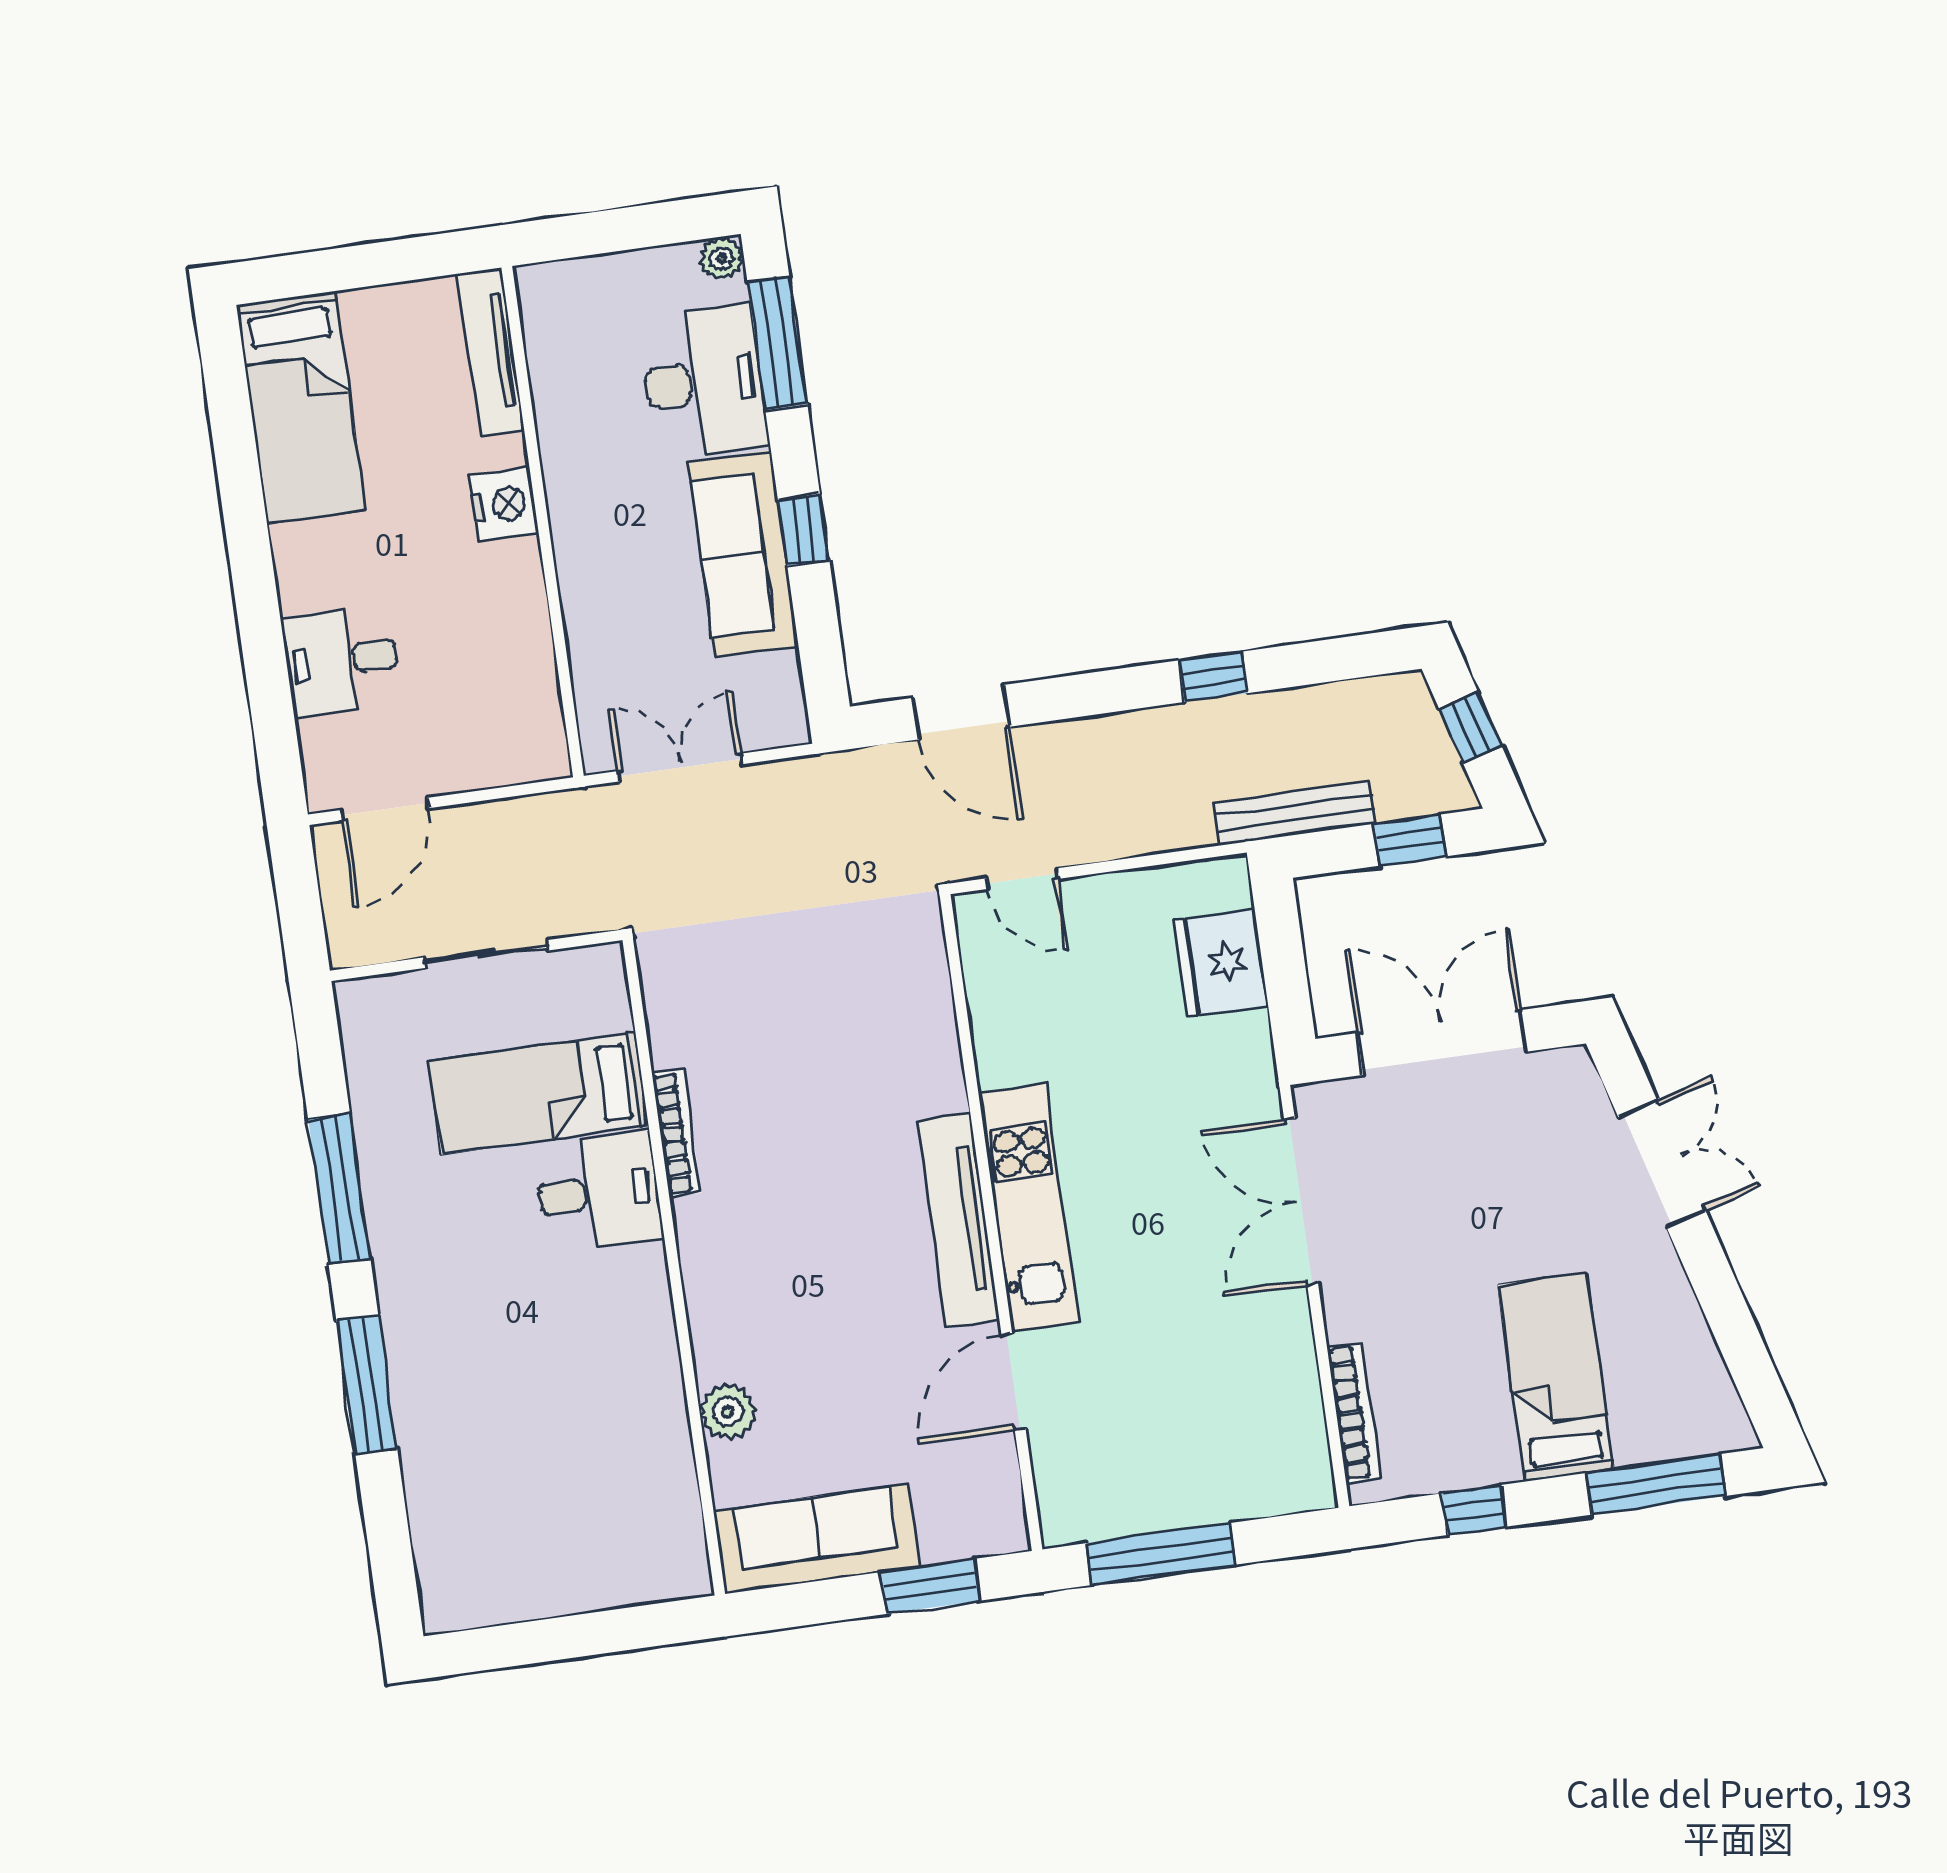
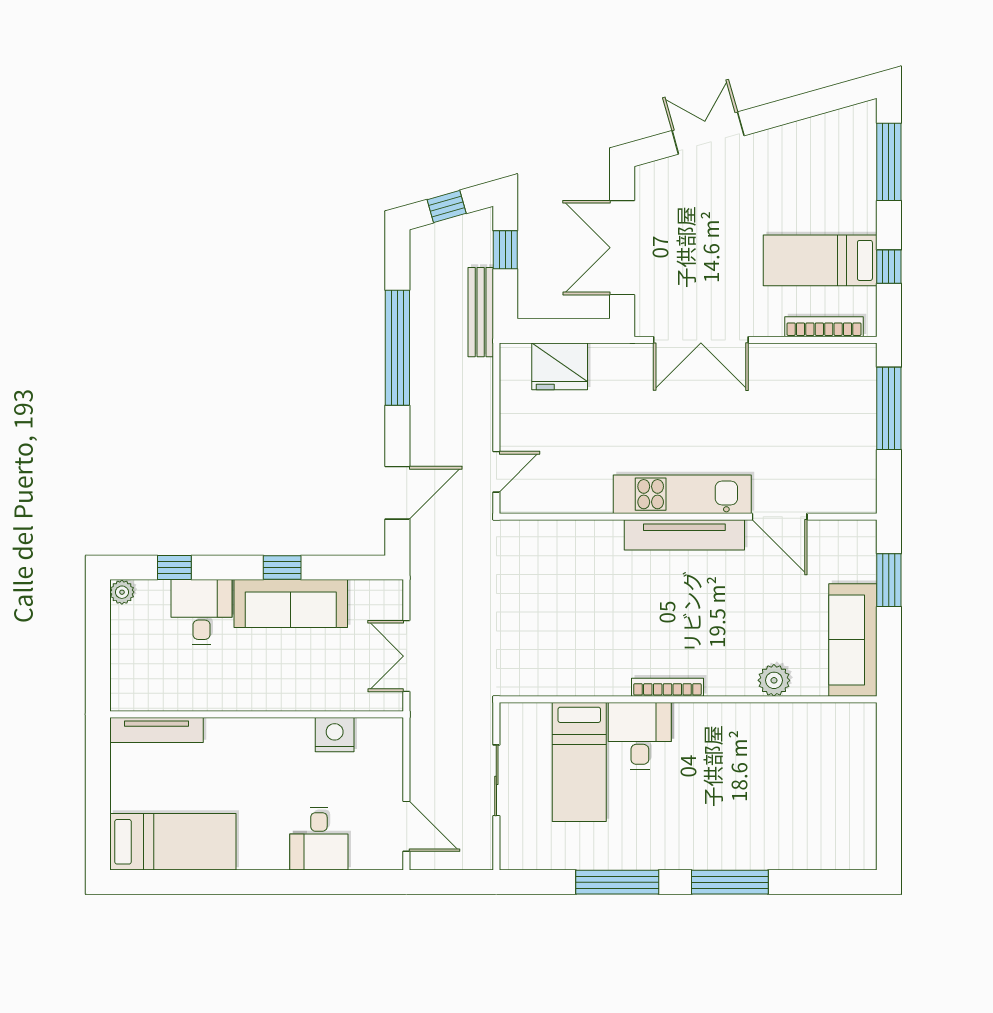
window: (777, 343) -> (174, 567), width x0.46
desk: (704, 382) -> (202, 612), width x0.73
nightstand: (504, 504) -> (335, 735), moved
window: (1213, 677) -> (397, 348), width x3.17
bookcase: (676, 1133) -> (667, 687), moved
bed: (1556, 1377) -> (820, 260), moved
window: (1161, 1554) -> (889, 408), moved

